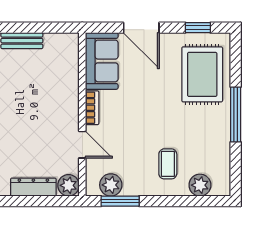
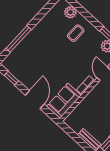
rug: (202, 74) -> (27, 57), removed
window: (236, 114) -> (19, 39), moved

